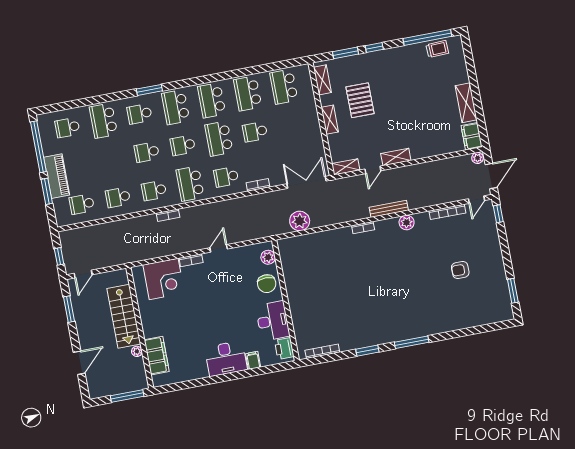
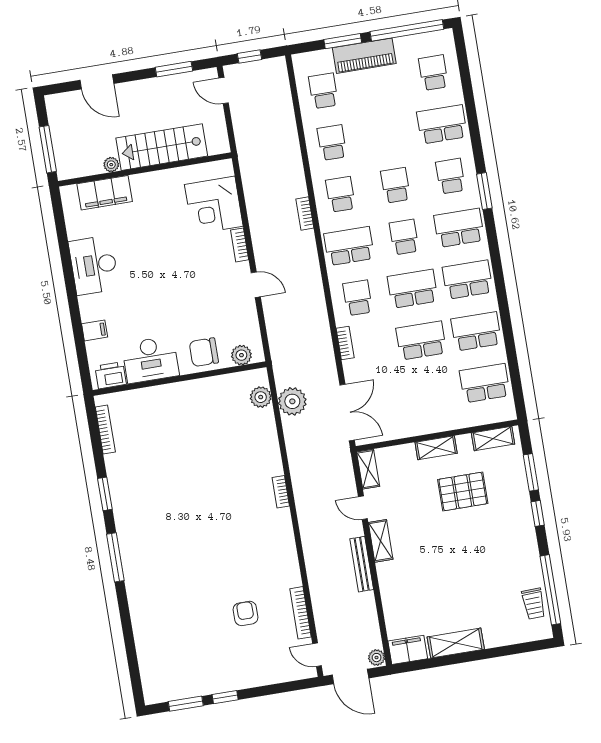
school desk: (255, 132) -> (421, 340), width x1.85
bench: (389, 209) -> (362, 564), moved
window: (498, 214) -> (225, 697), moved
plant: (407, 222) -> (261, 397), moved
armchair: (460, 270) -> (246, 613), moved
desk: (226, 359) -> (94, 265), moved

